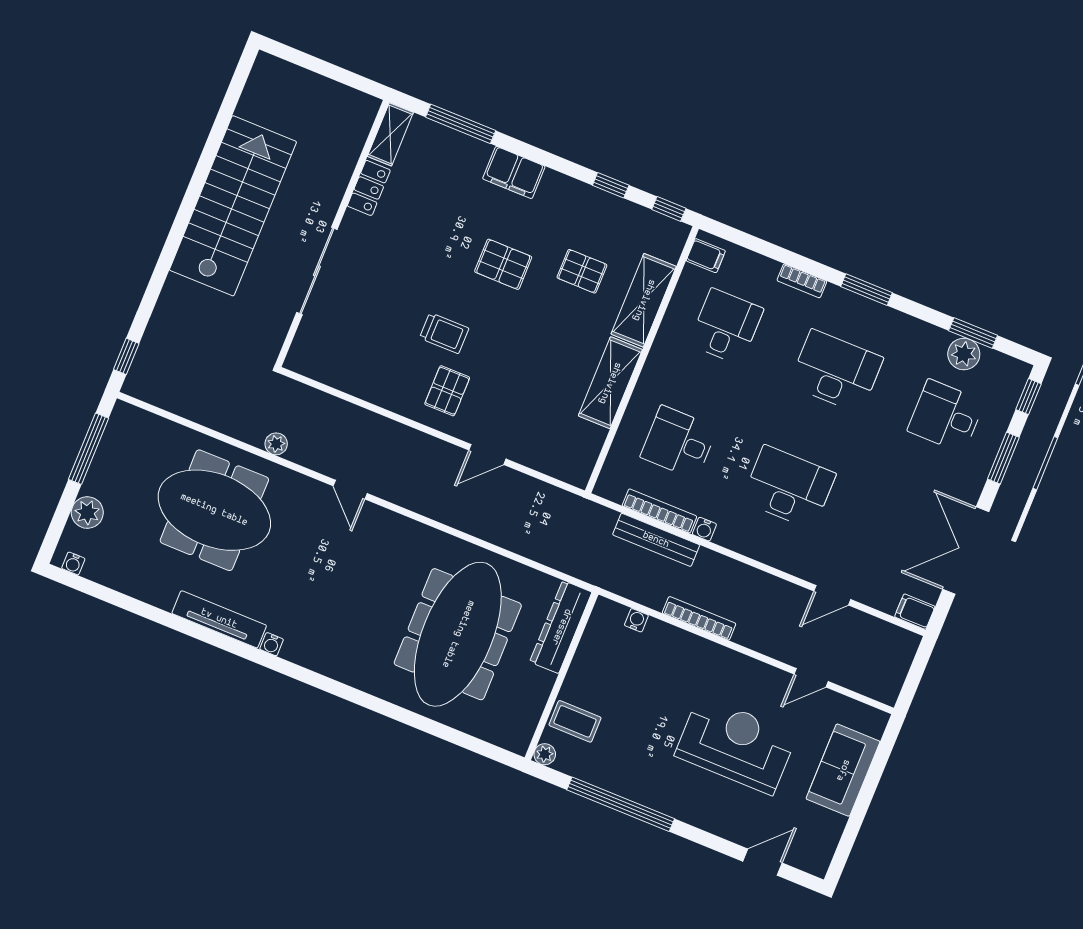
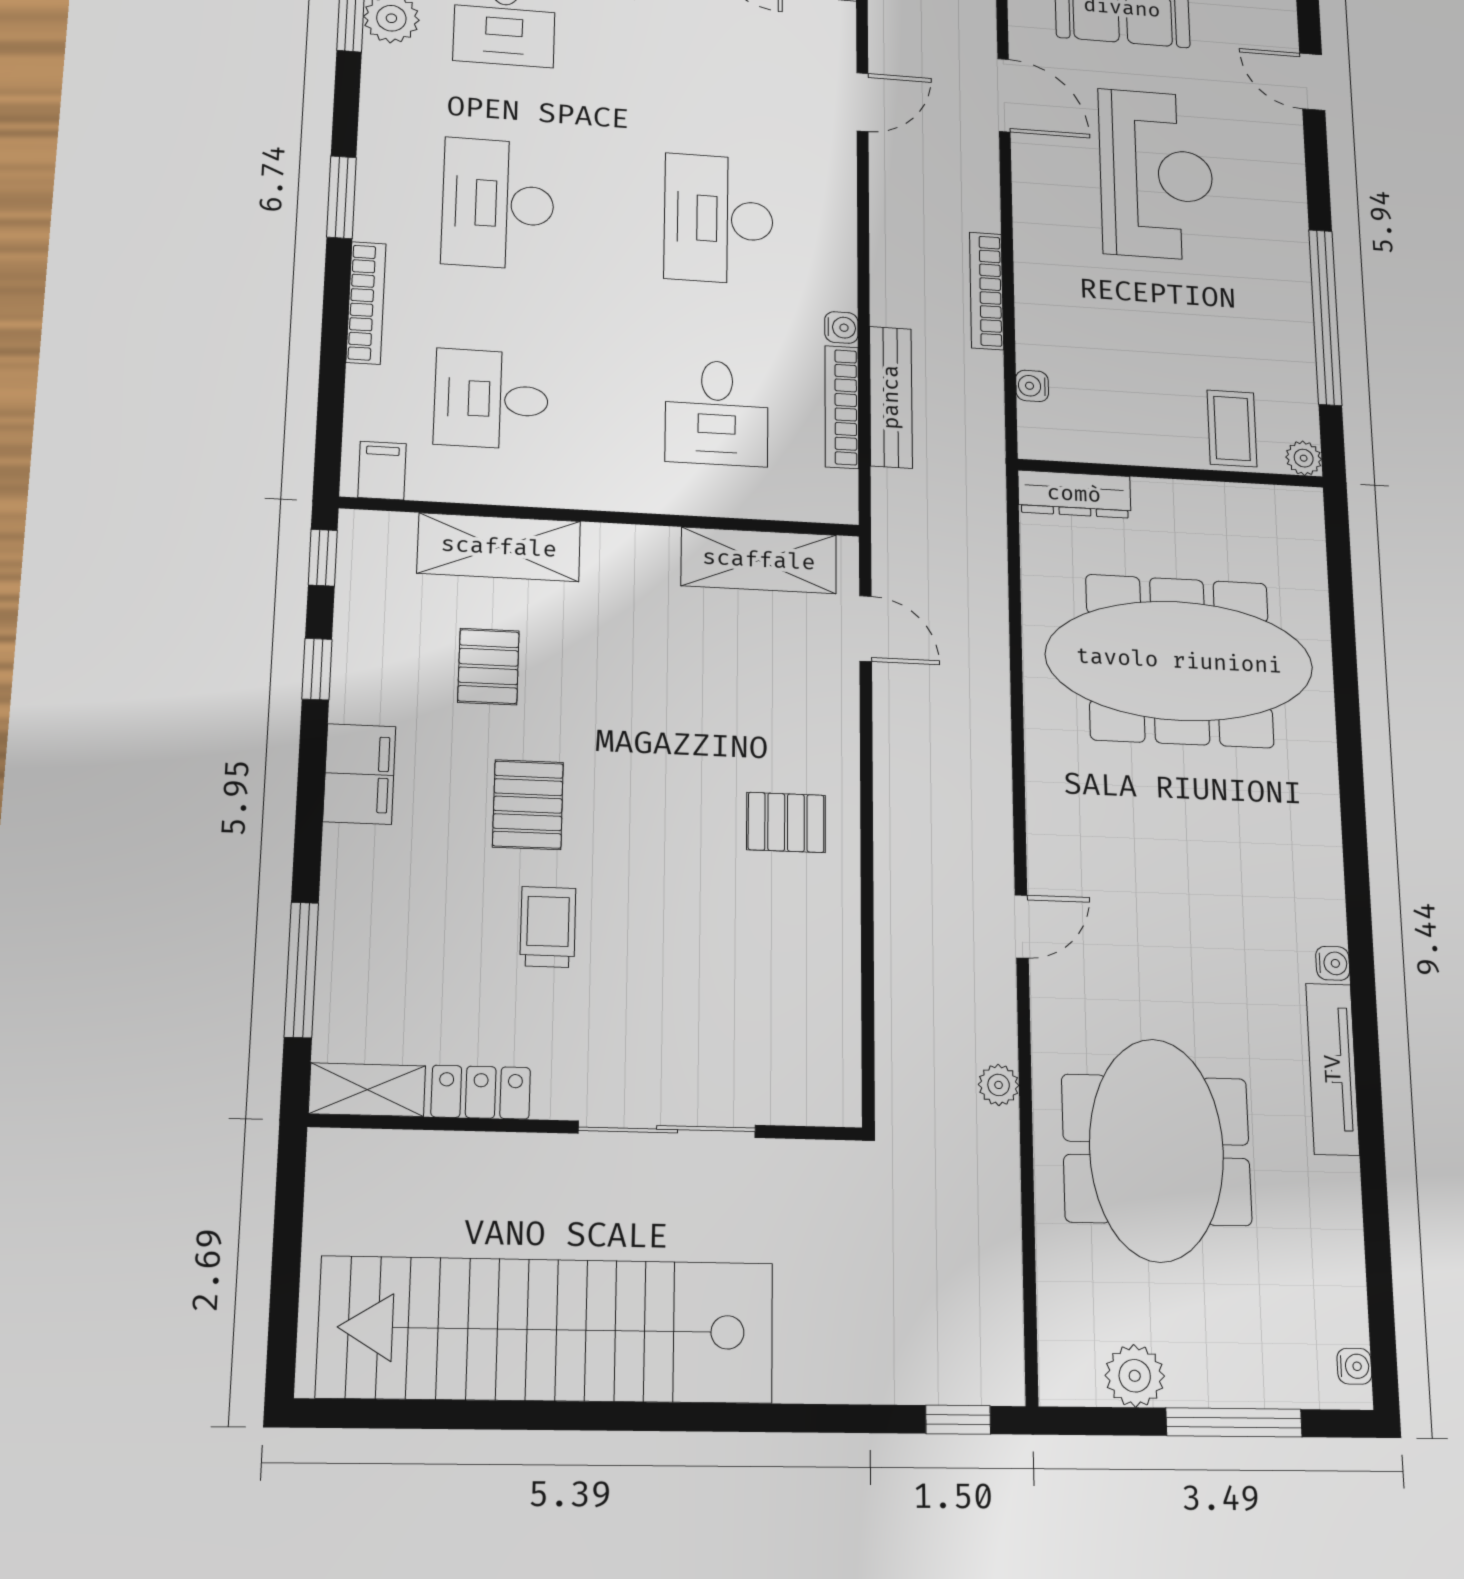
filing cabinet: (514, 172) -> (359, 774), moved
stairs: (233, 206) -> (548, 1330), width x1.36
bookcase: (802, 281) -> (366, 303), width x1.56
trolley: (444, 333) -> (548, 927), moved
shelving: (610, 383) -> (759, 560), moved
window: (89, 449) -> (1234, 1422), moved
door: (487, 455) -> (865, 629), moved
plant: (87, 513) -> (1135, 1376), moved
door: (832, 595) -> (862, 102), hinge flipped
dresser: (561, 627) -> (1074, 494), width x0.73, depth x0.80
door: (811, 678) -> (1004, 95), width x1.38
reception desk: (736, 745) -> (1156, 174), turned 180

